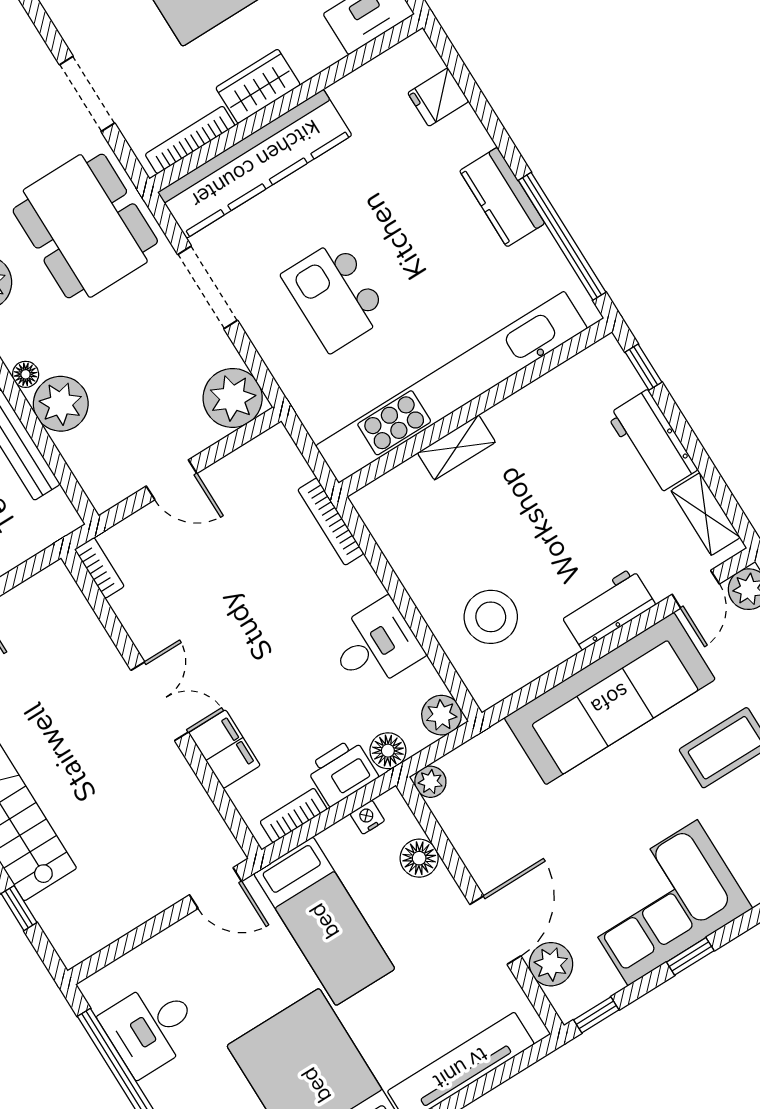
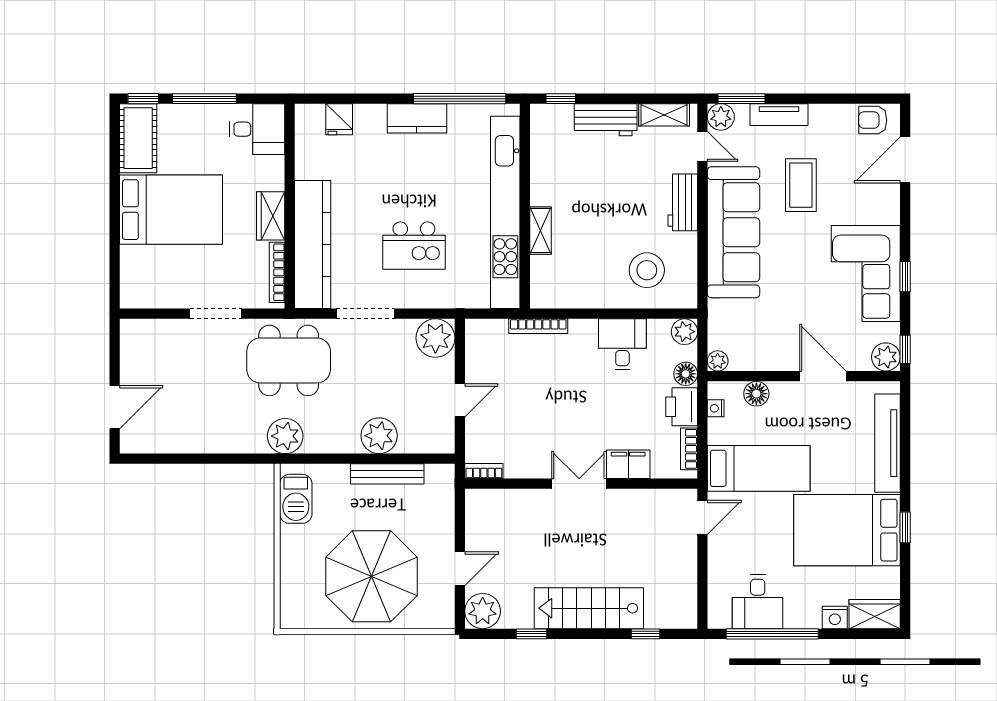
floor lamp: (26, 374) -> (351, 445), removed
plant: (551, 964) -> (886, 357), moved

